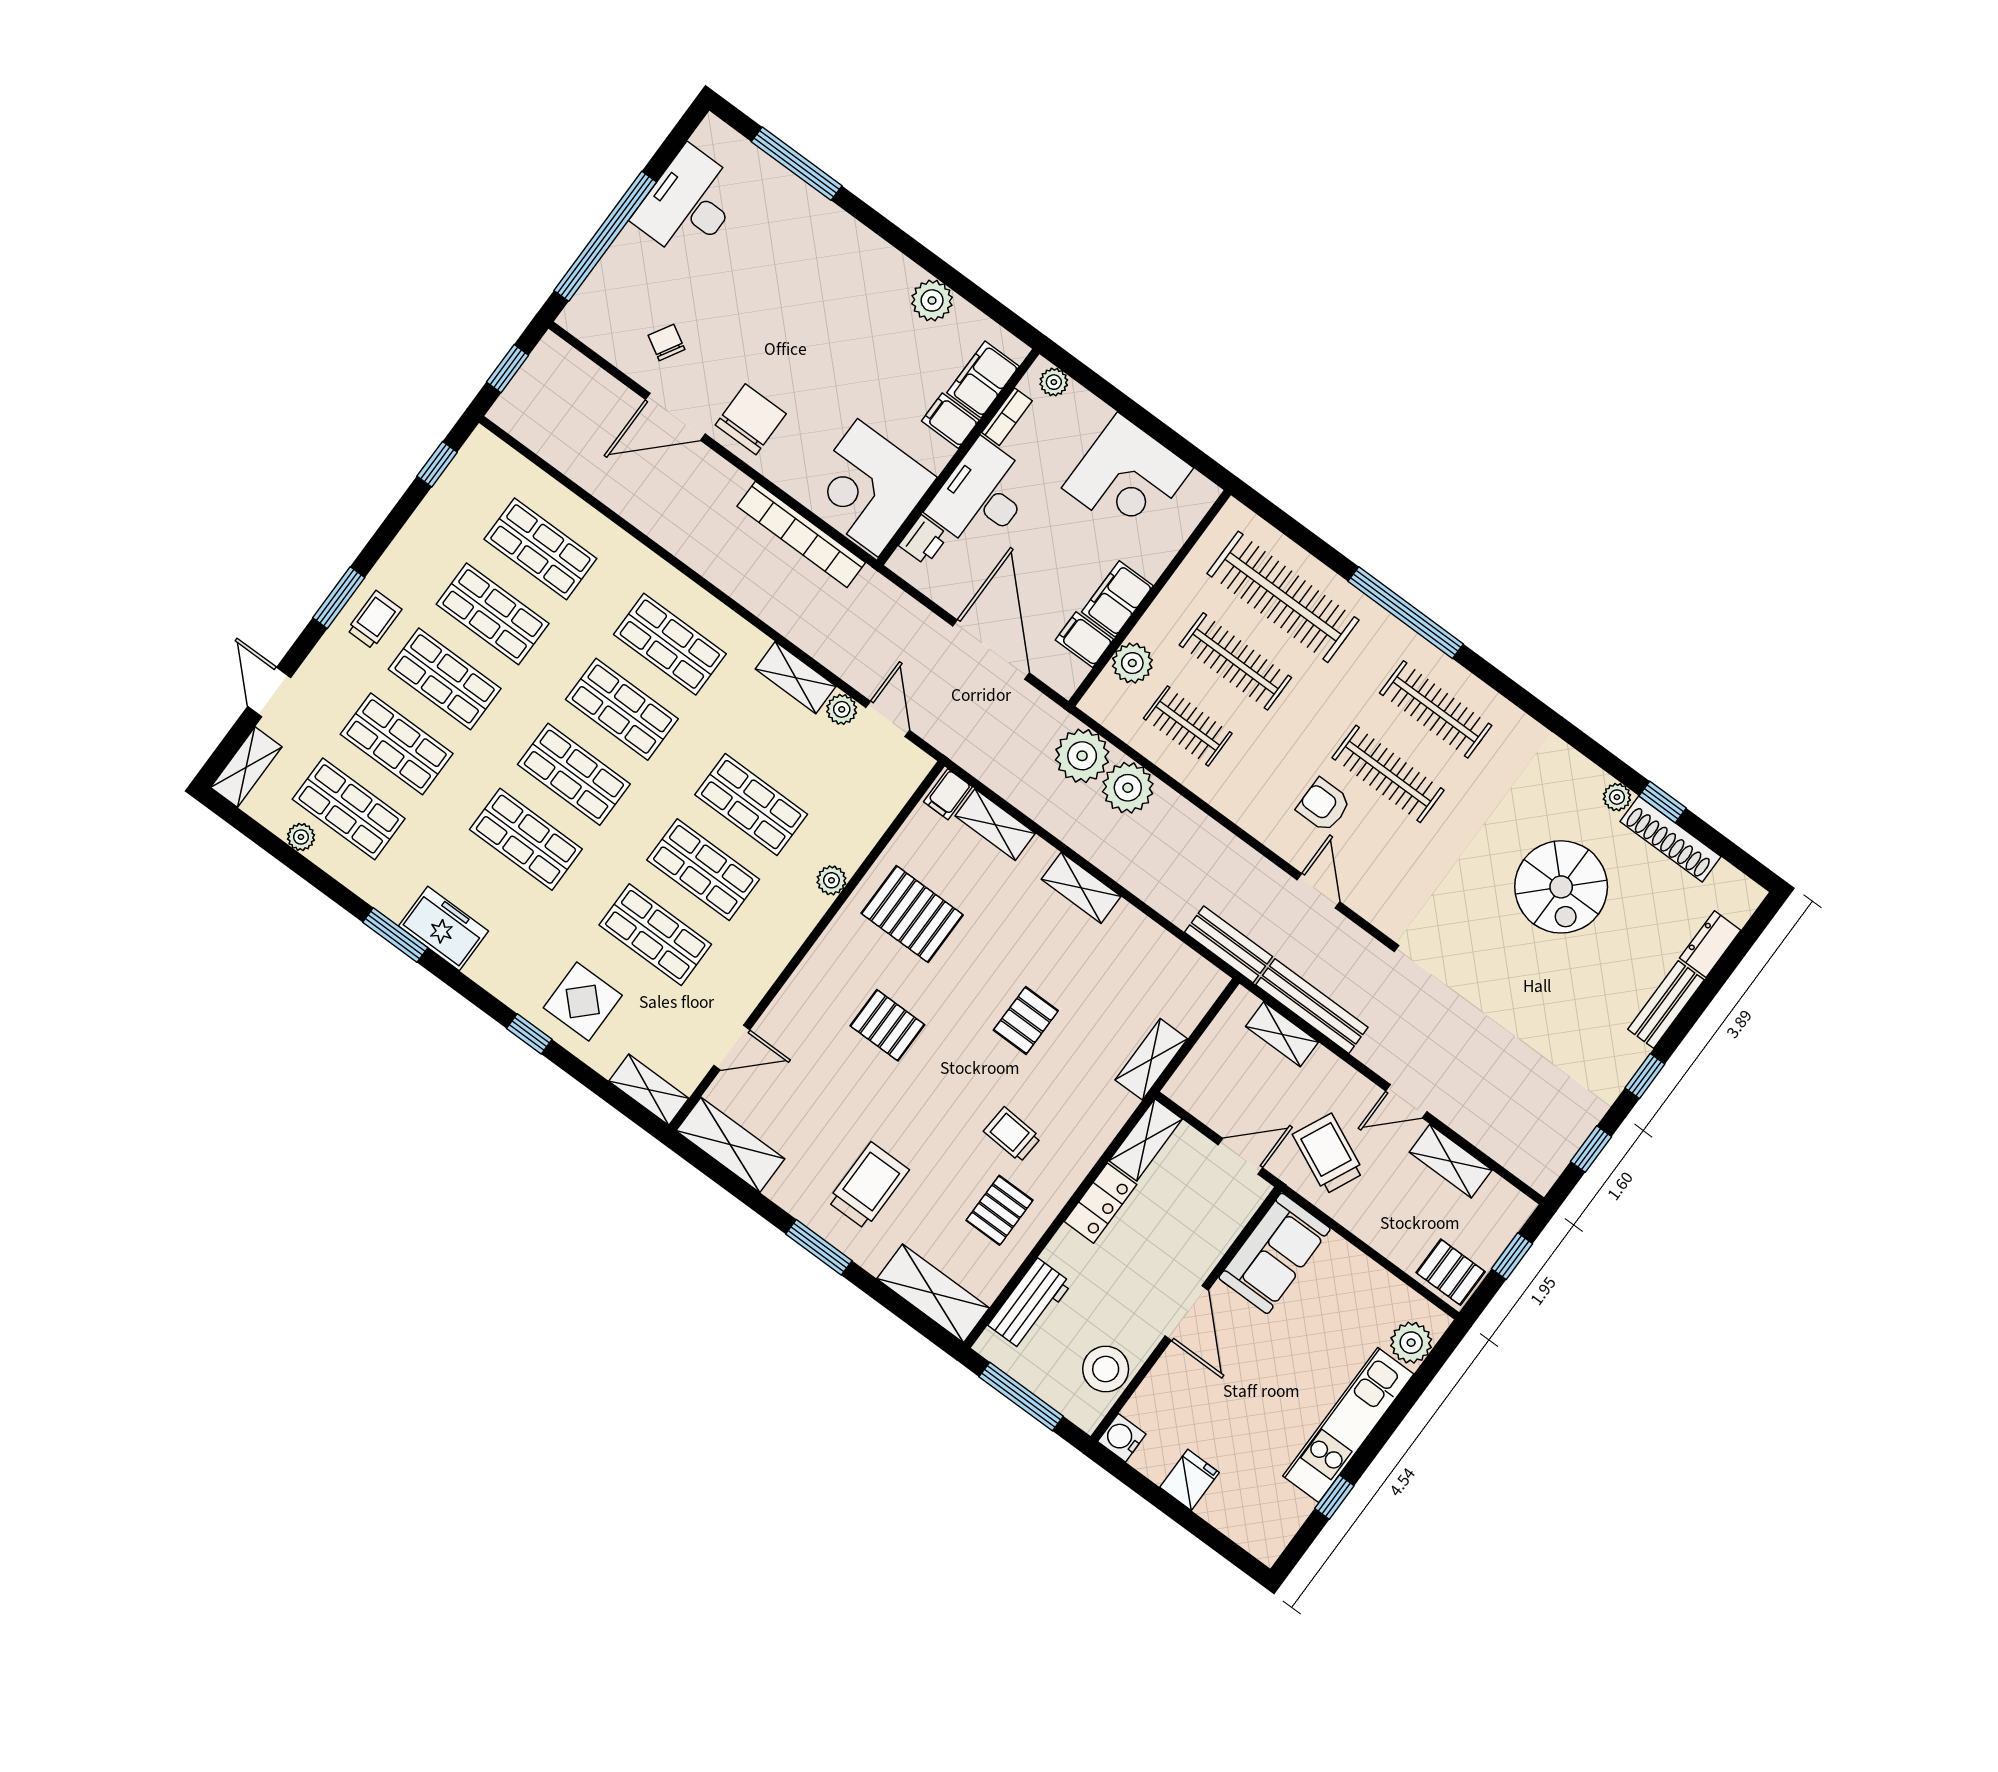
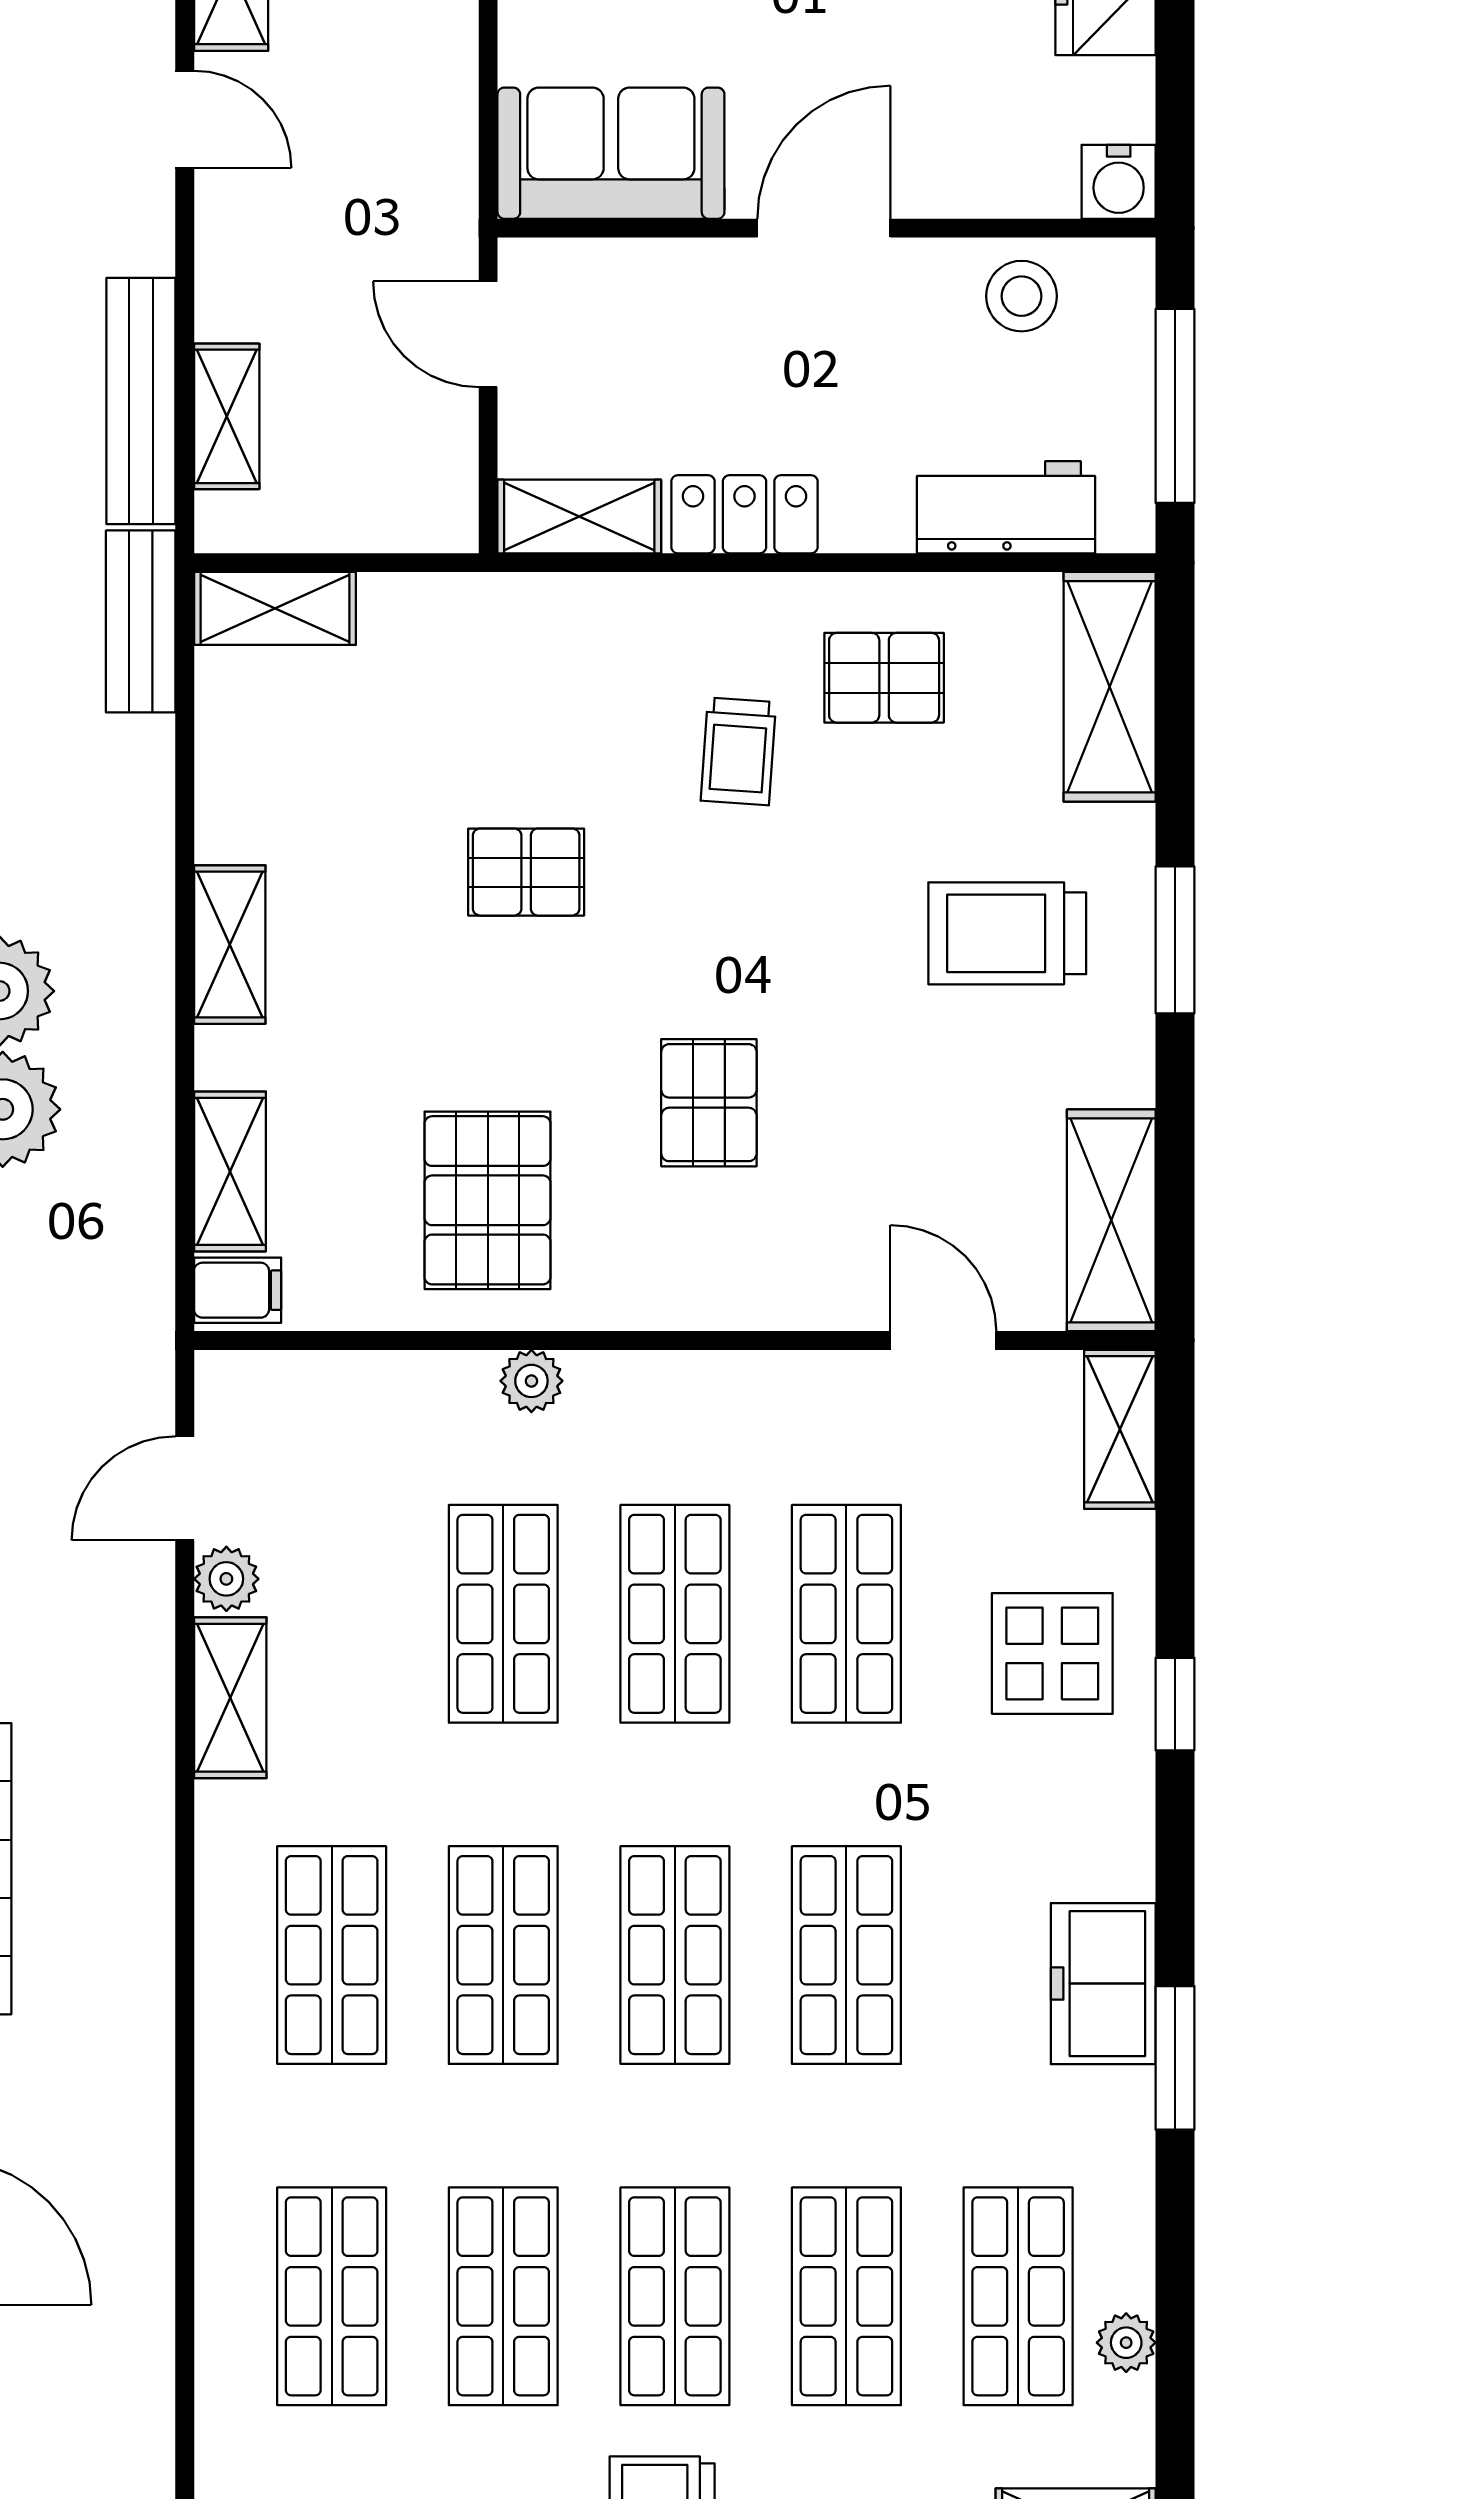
shelving: (1151, 1059) -> (275, 608), moved
trolley: (1328, 1154) -> (373, 187), removed
stool: (1106, 1369) -> (1022, 296), width x0.73, depth x0.73

